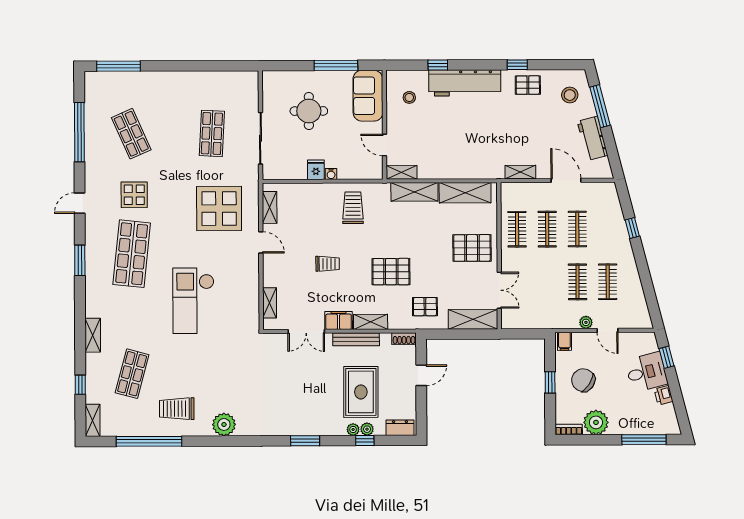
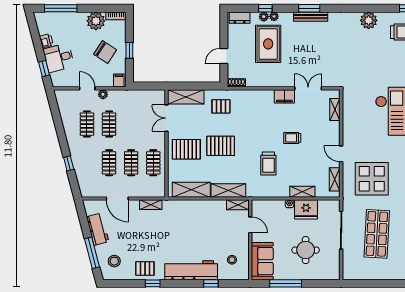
shop shelf: (212, 133) -> (377, 234), width x1.43, depth x1.36
fridge: (316, 170) -> (306, 209), width x1.88, depth x1.34
trolley: (353, 208) -> (268, 164), moved
pallet: (391, 272) -> (221, 146), moved
shelving: (371, 322) -> (302, 192), moved
bench: (356, 339) -> (311, 17), moved

